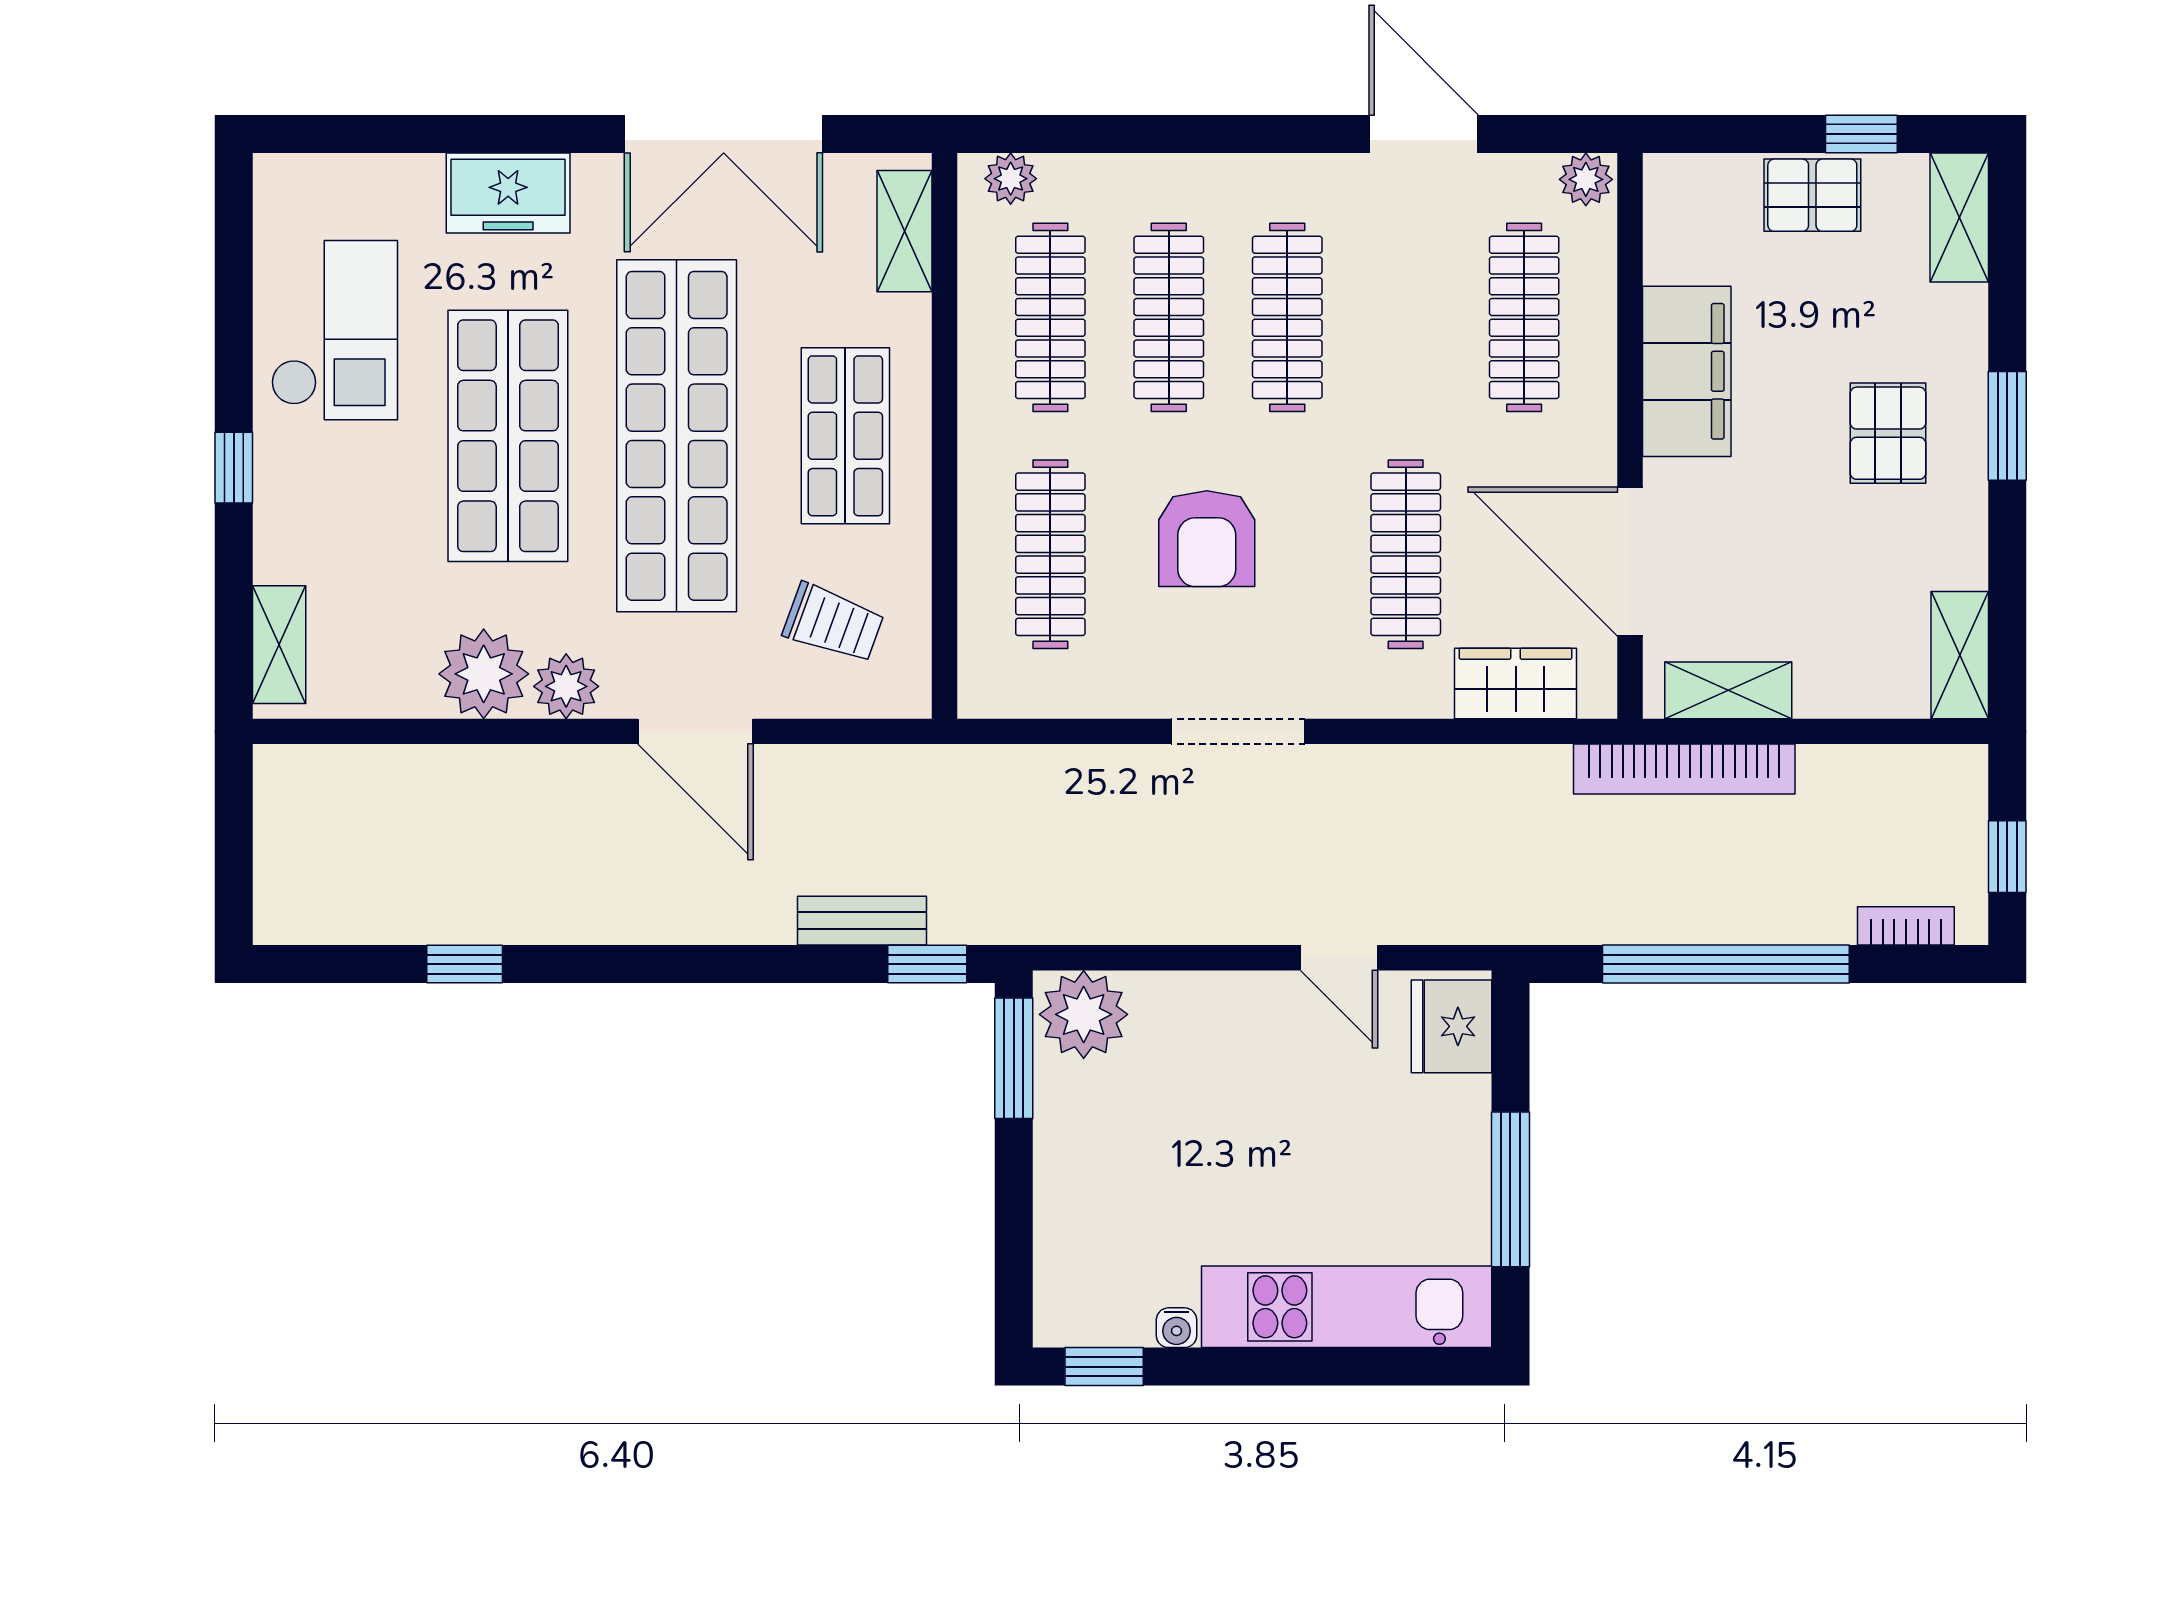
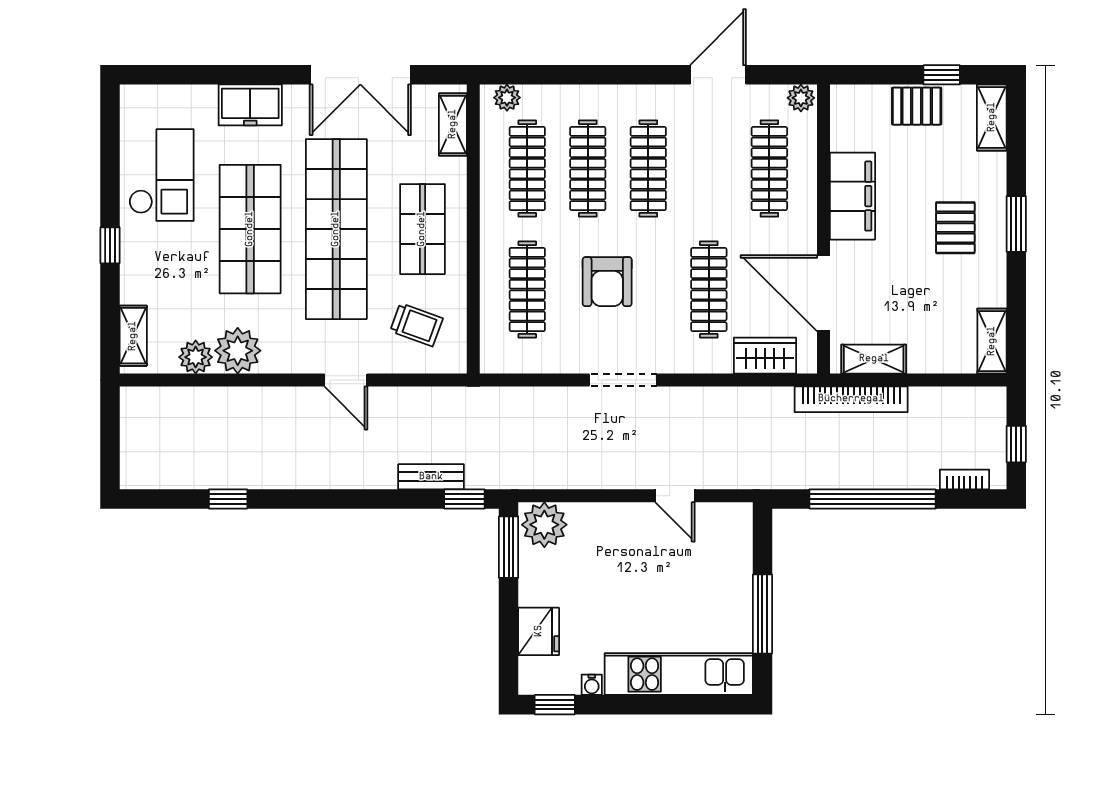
door: (1424, 134) -> (718, 75), hinge flipped
plant: (566, 686) -> (196, 357), moved
door: (695, 731) -> (346, 380), width x0.73
fridge: (1452, 1026) -> (539, 631), moved, turned 180

